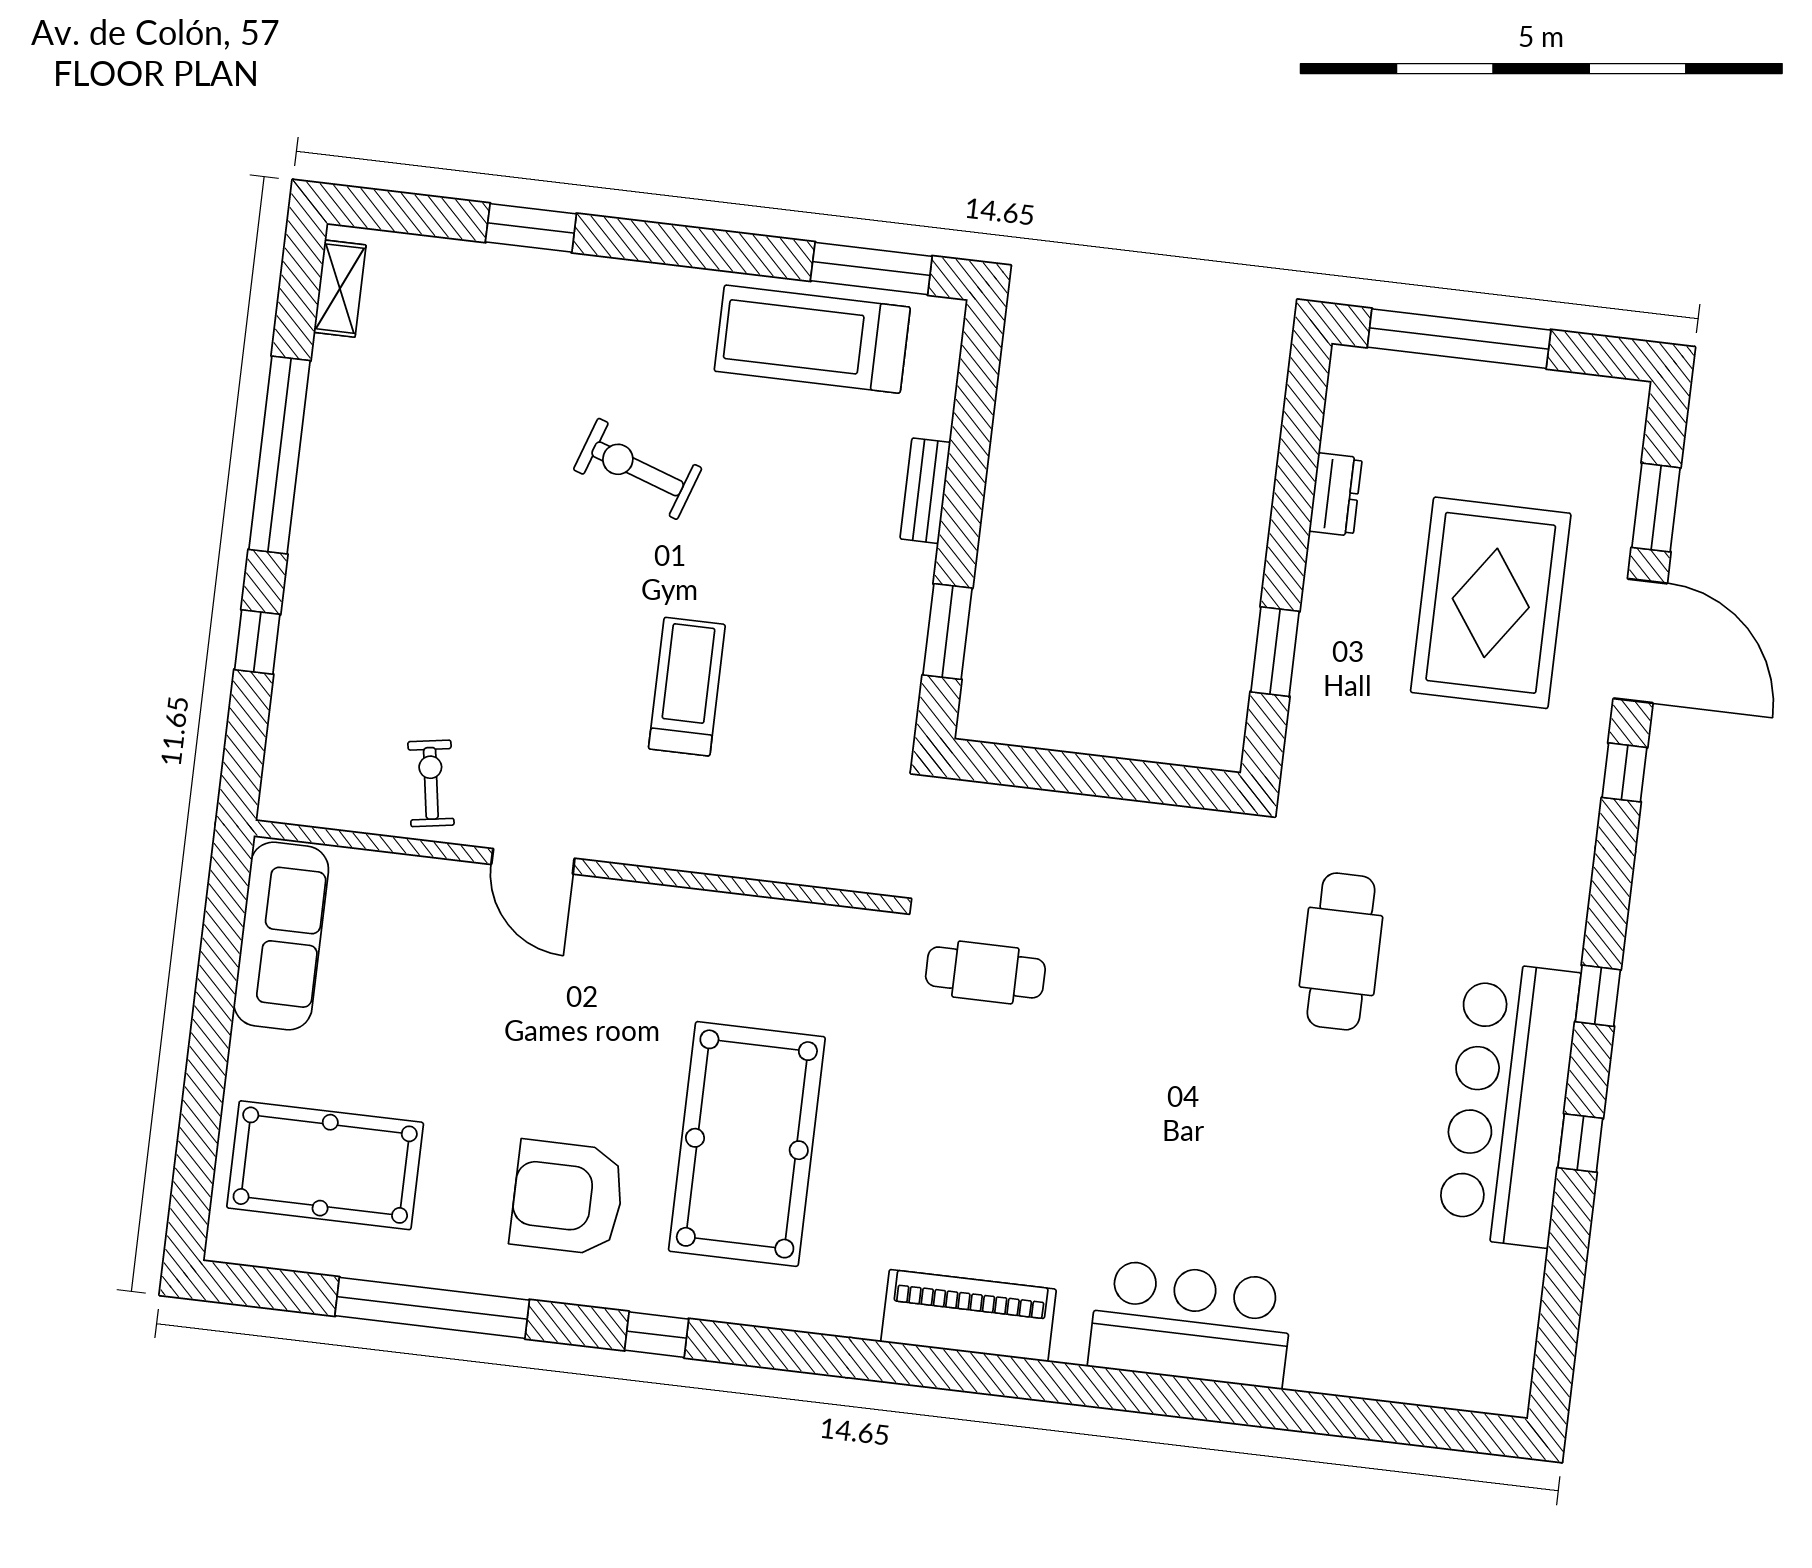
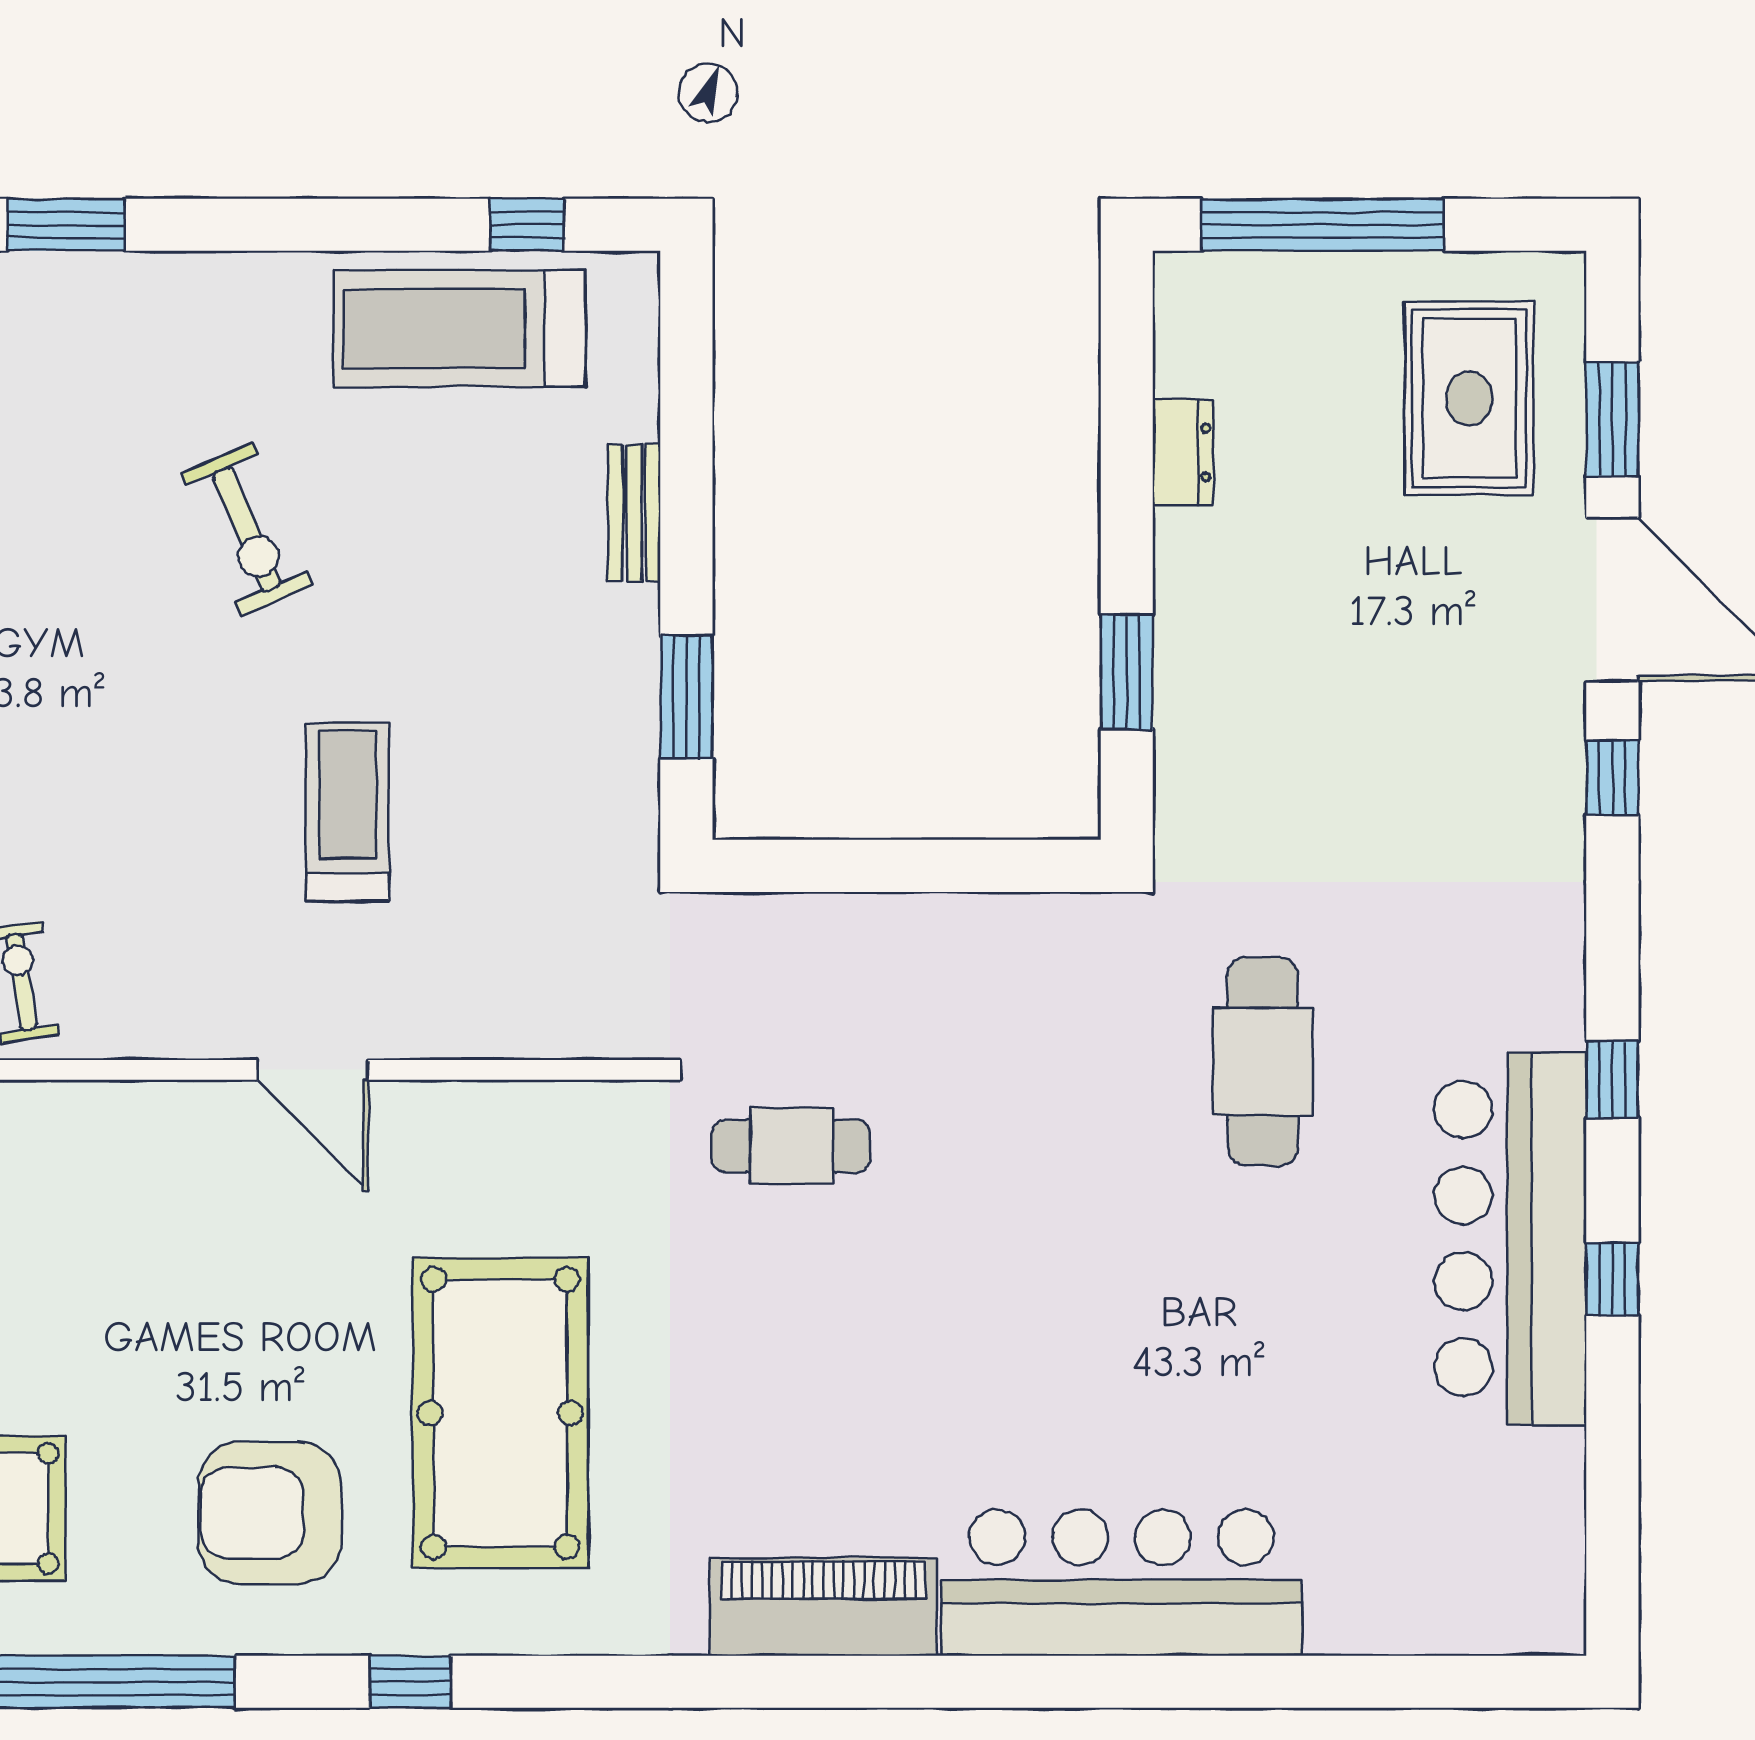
window: (871, 268) -> (527, 225), width x0.46
exercise bike: (638, 469) -> (247, 529), turned -132
rug: (1491, 603) -> (1469, 398), moved, width x0.73, depth x0.69
door: (533, 861) -> (313, 1070), moved
bar counter: (1191, 1324) -> (1122, 1583), width x1.36

